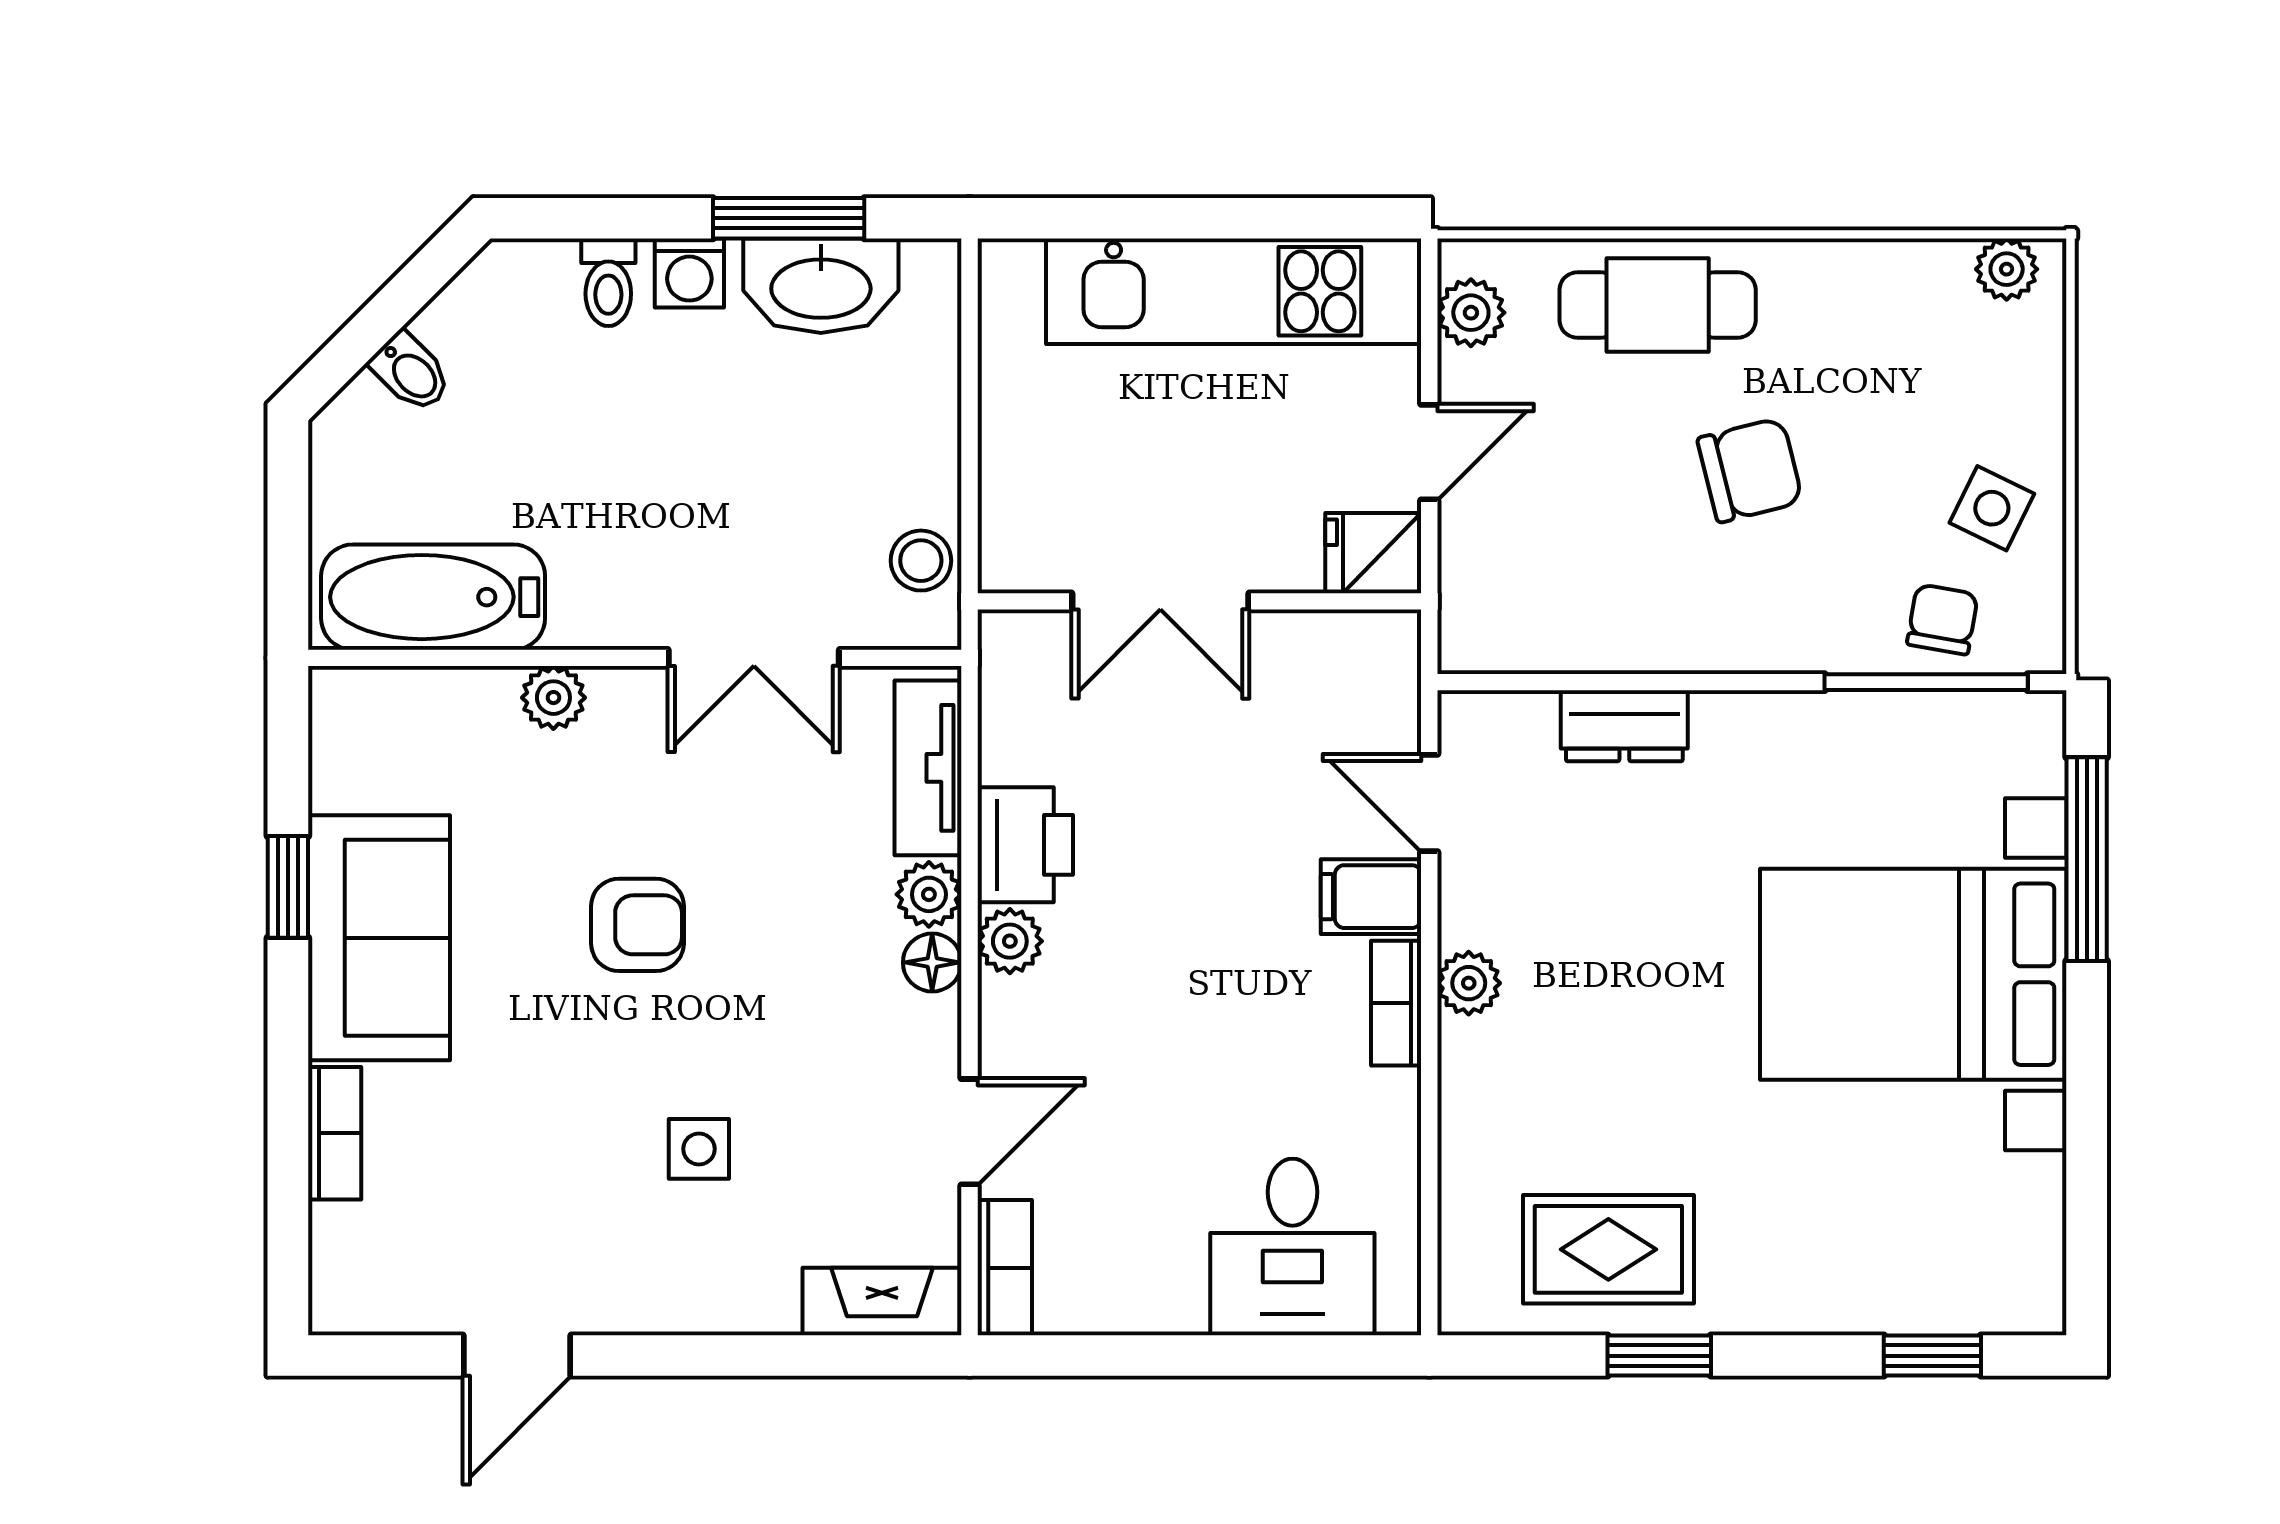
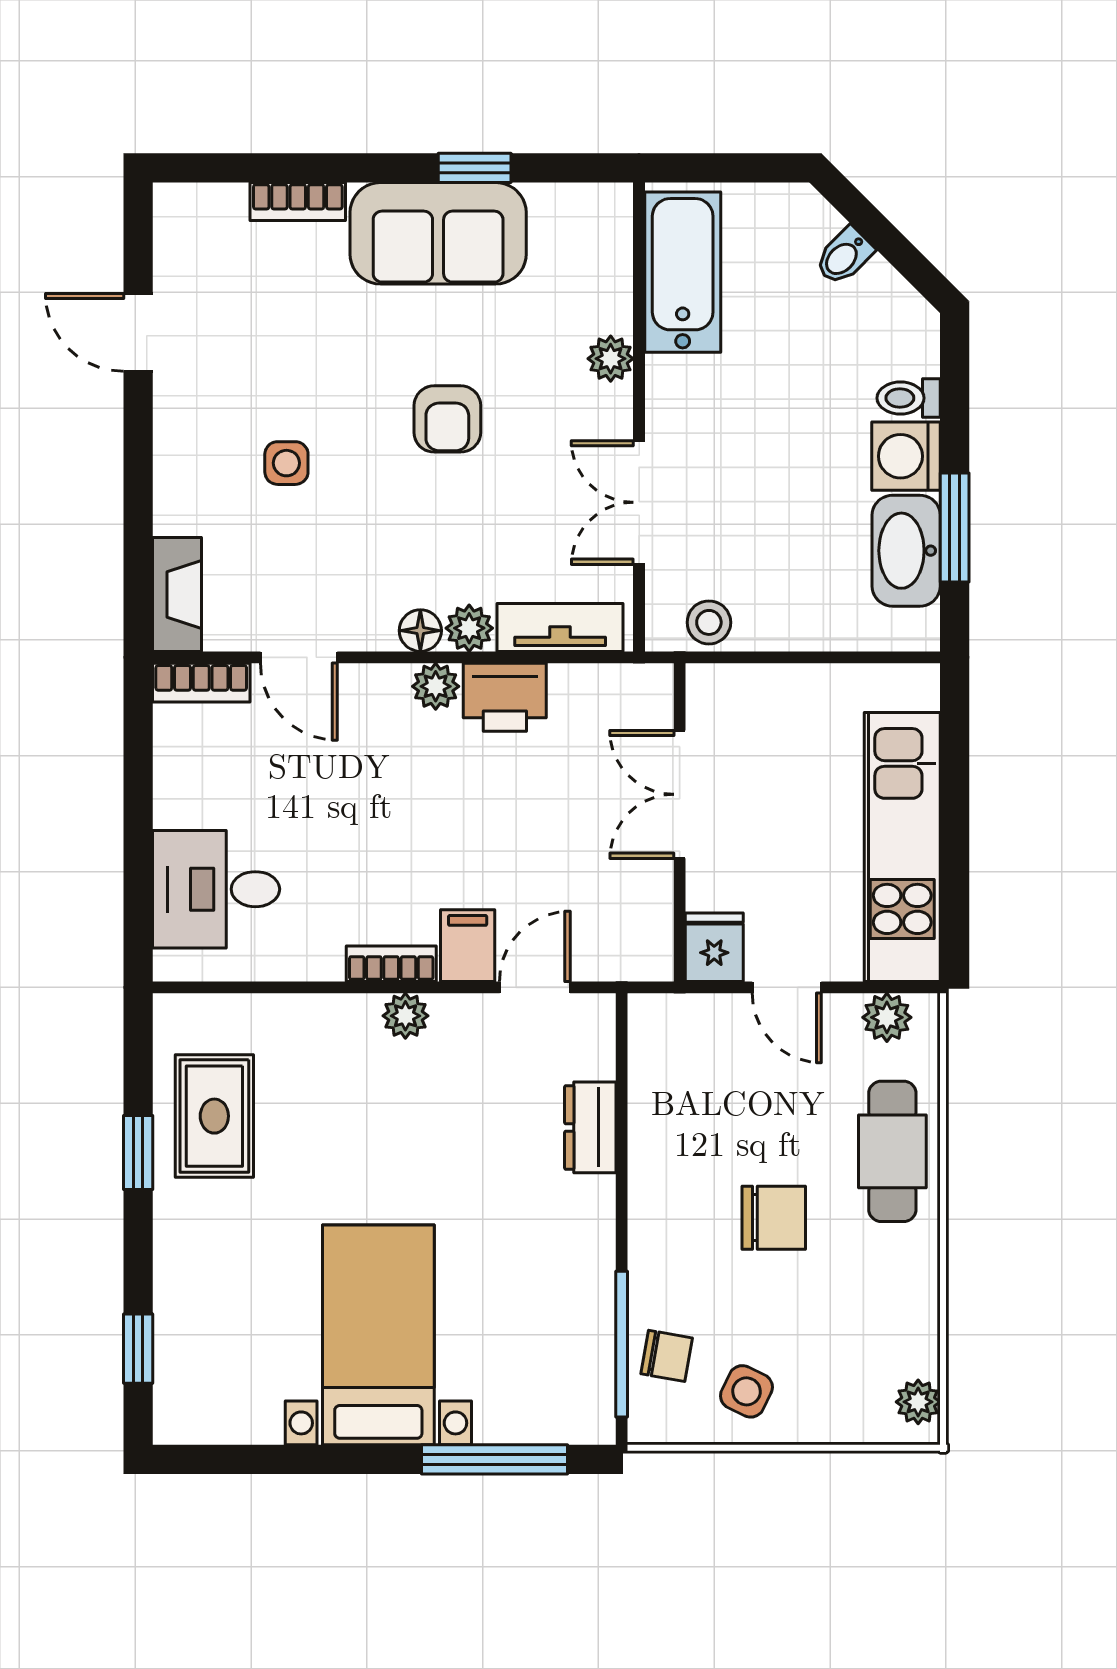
washing machine: (689, 273) -> (906, 456), width x1.38, depth x1.38
chair: (1750, 470) -> (774, 1218), turned -76
bed with nightstands: (1913, 974) -> (378, 1335), width x0.73

